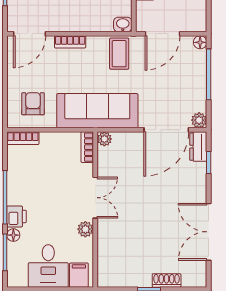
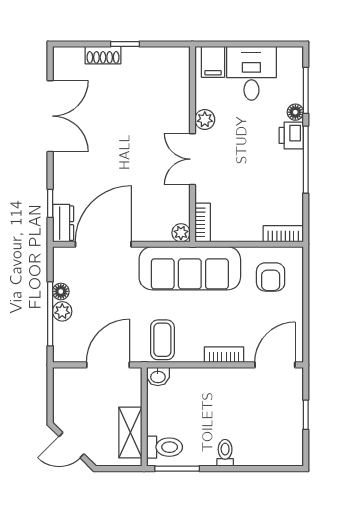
floor lamp: (200, 42) -> (61, 291), moved
plant: (199, 120) -> (62, 311), moved

